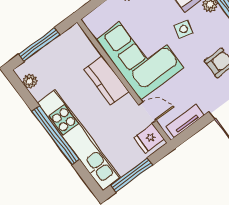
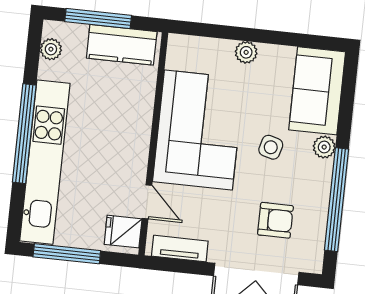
kitchen counter: (107, 81) -> (122, 45), moved, turned -90

